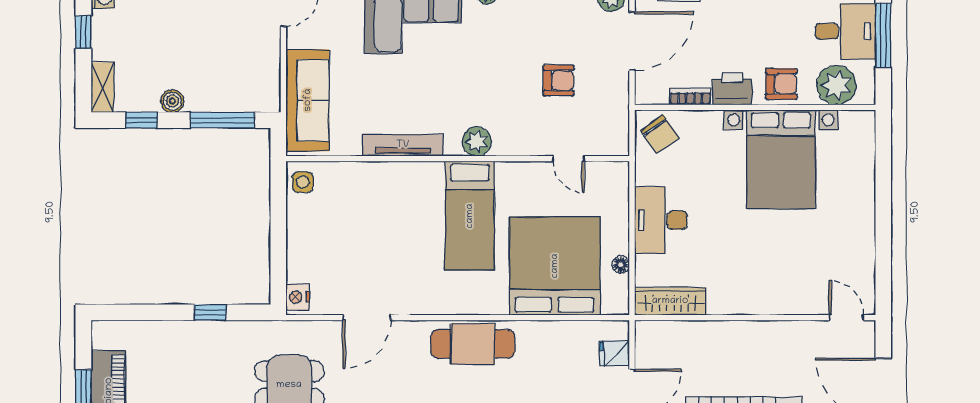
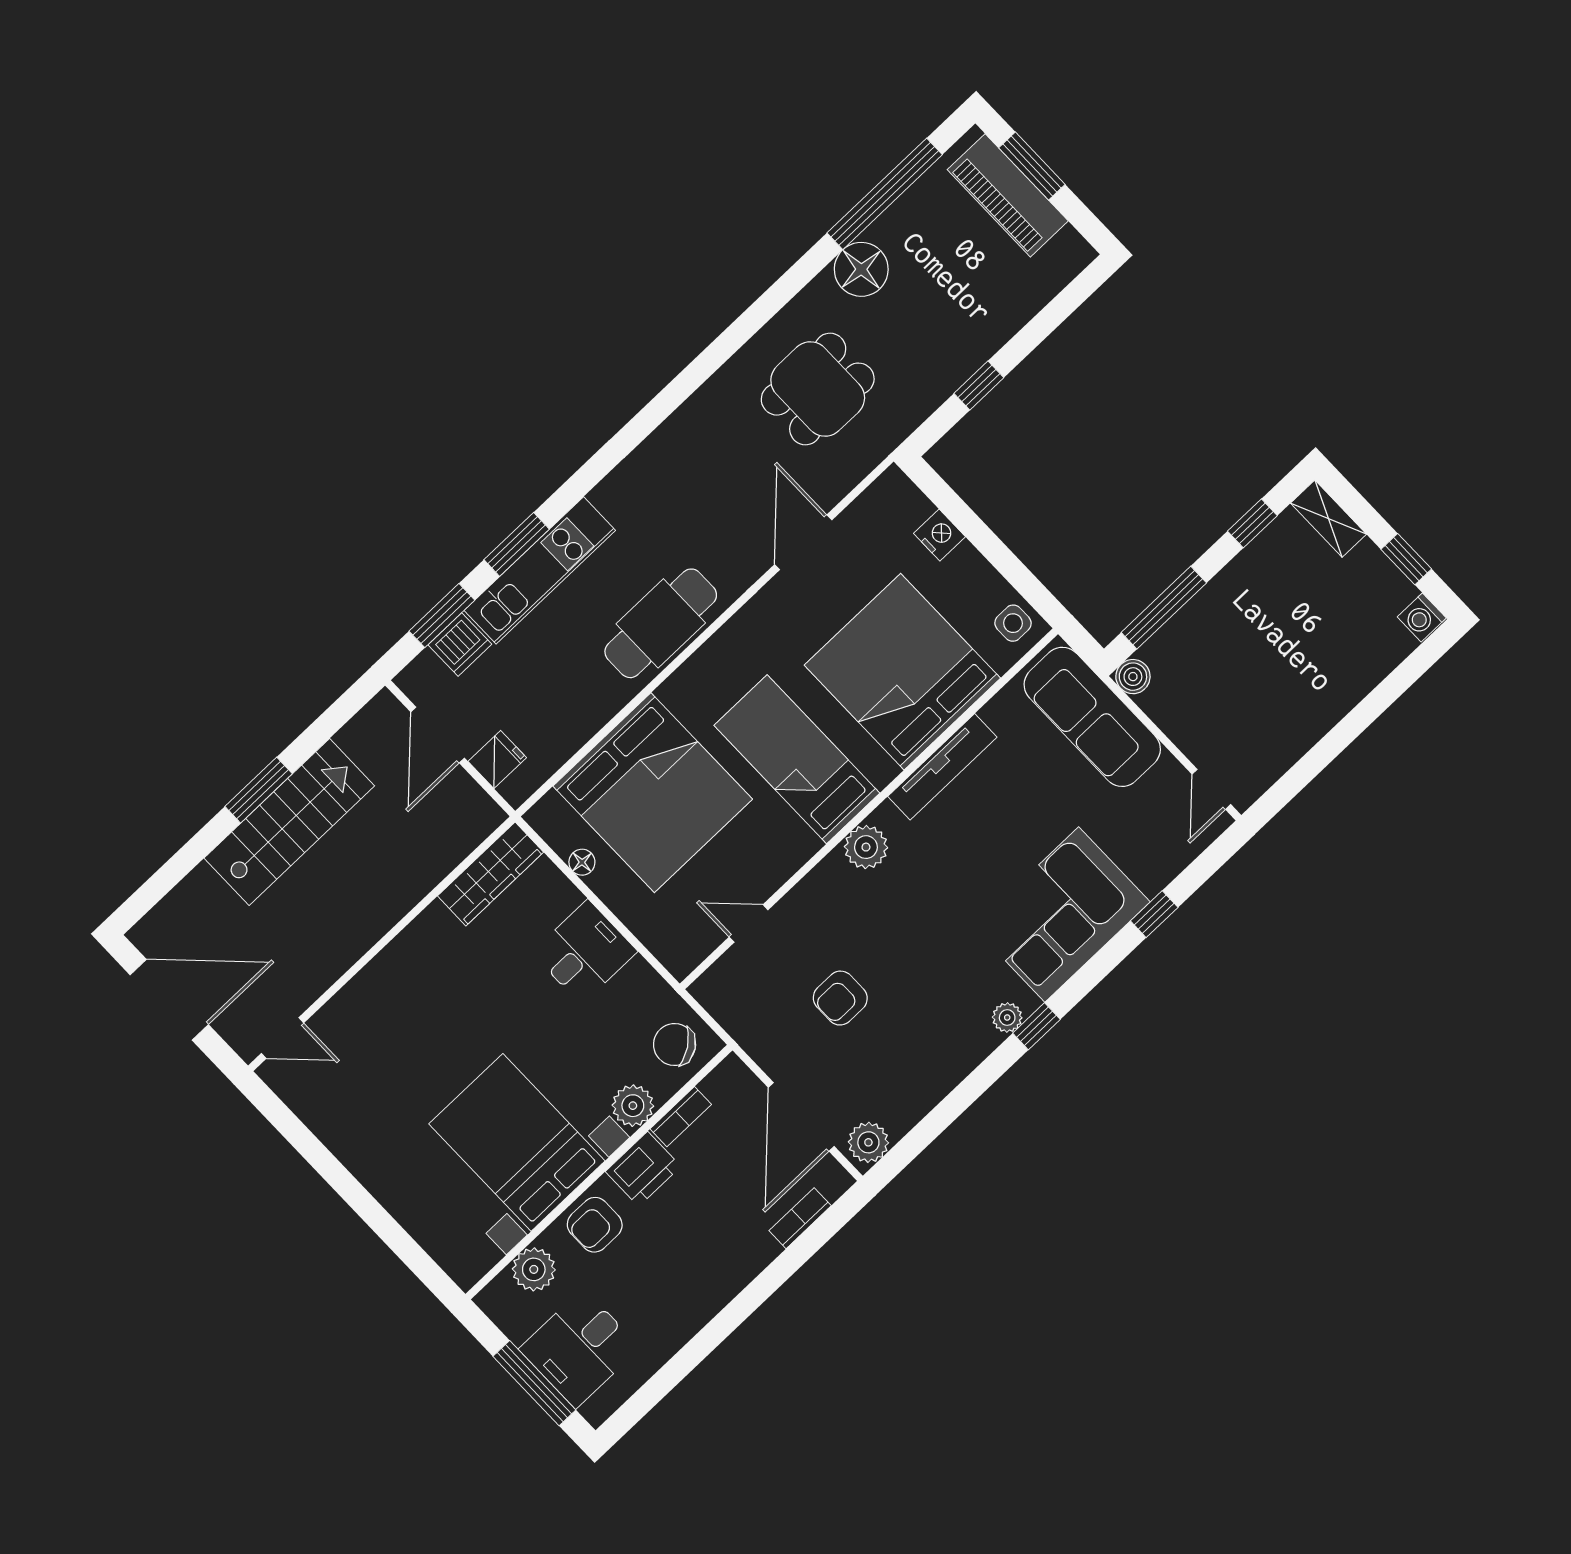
plant: (836, 85) -> (534, 1269), width x0.73, depth x0.73
boiler: (172, 101) -> (1133, 677), moved
plant: (708, 124) -> (633, 1106), added
bed: (378, 209) -> (902, 672), added
desk: (661, 220) -> (585, 952), width x0.73
nightstand: (298, 297) -> (939, 535), moved

